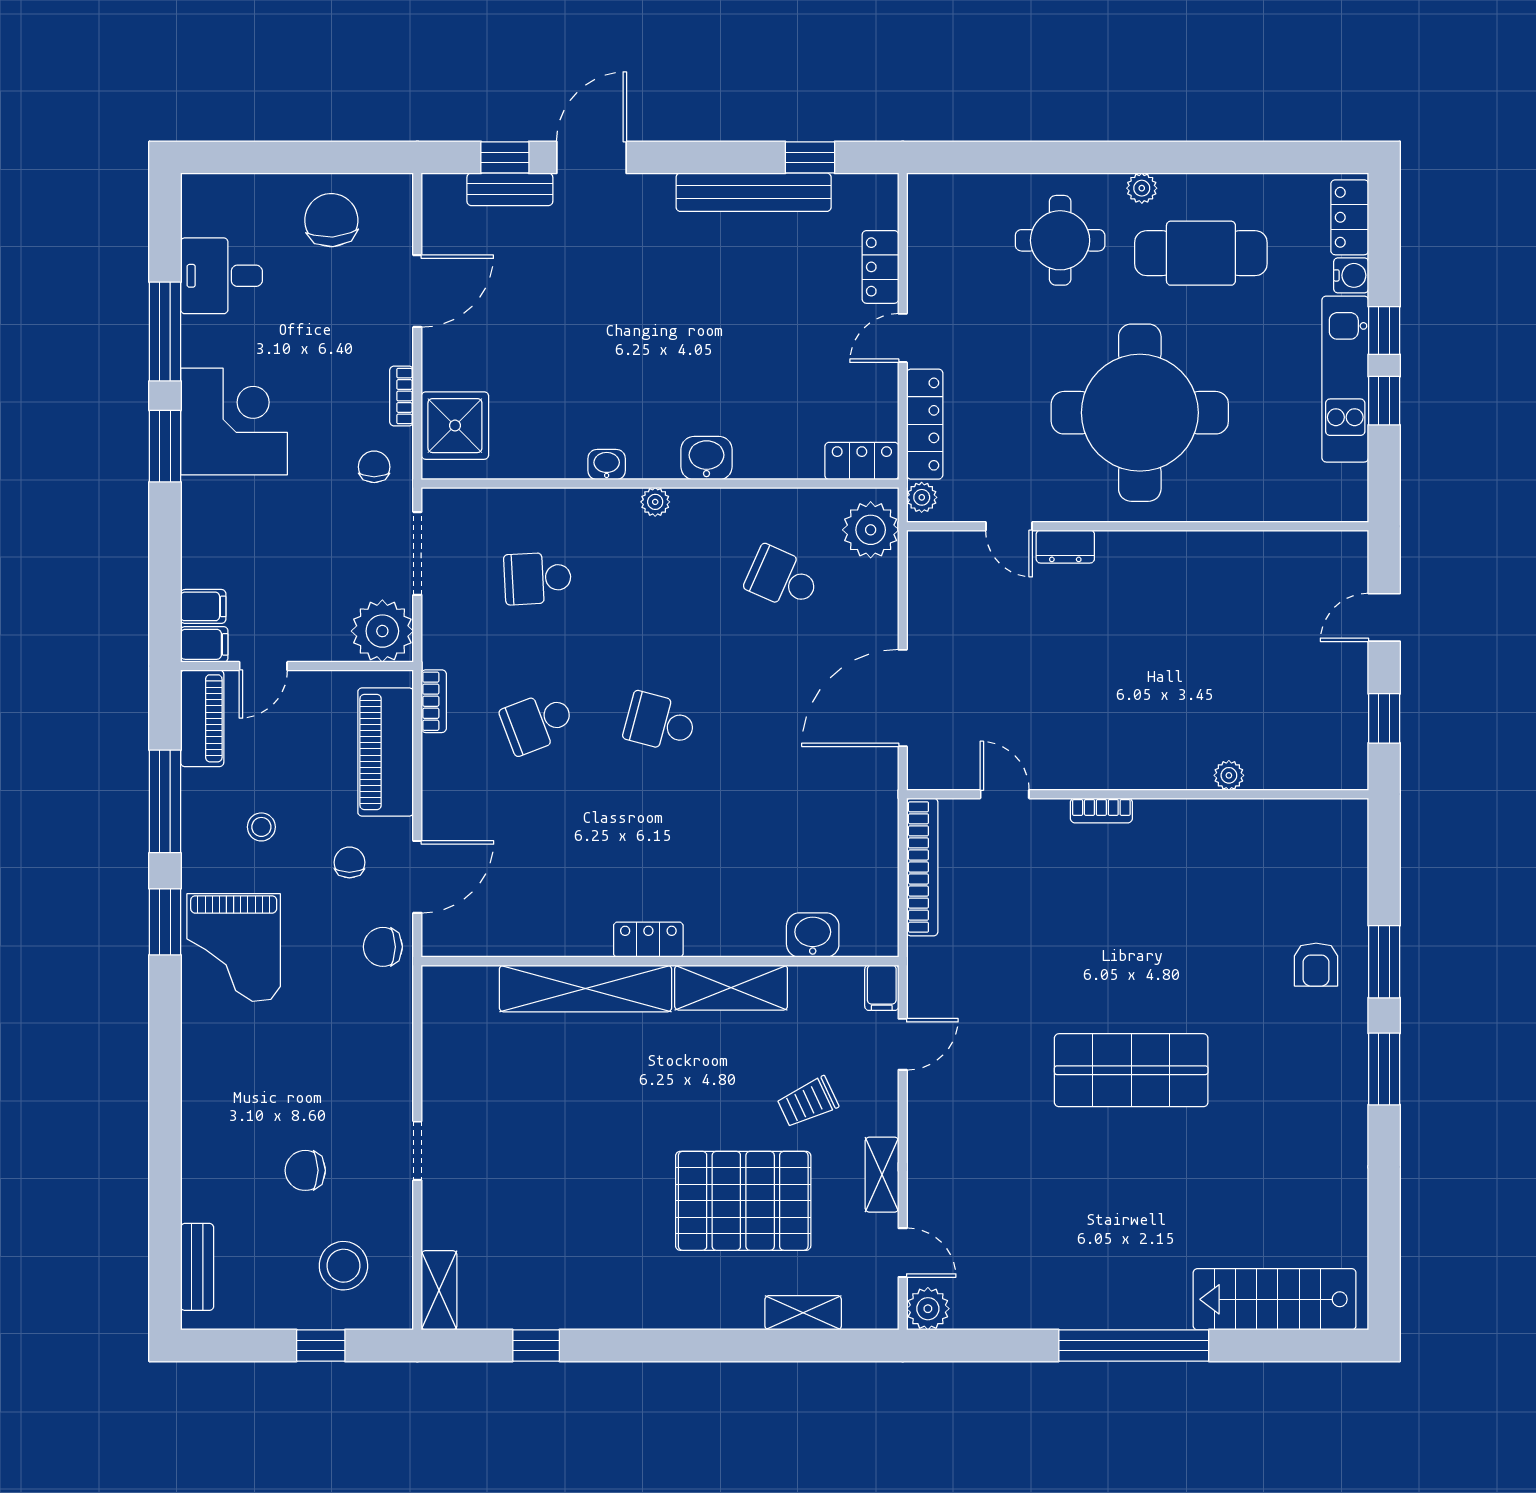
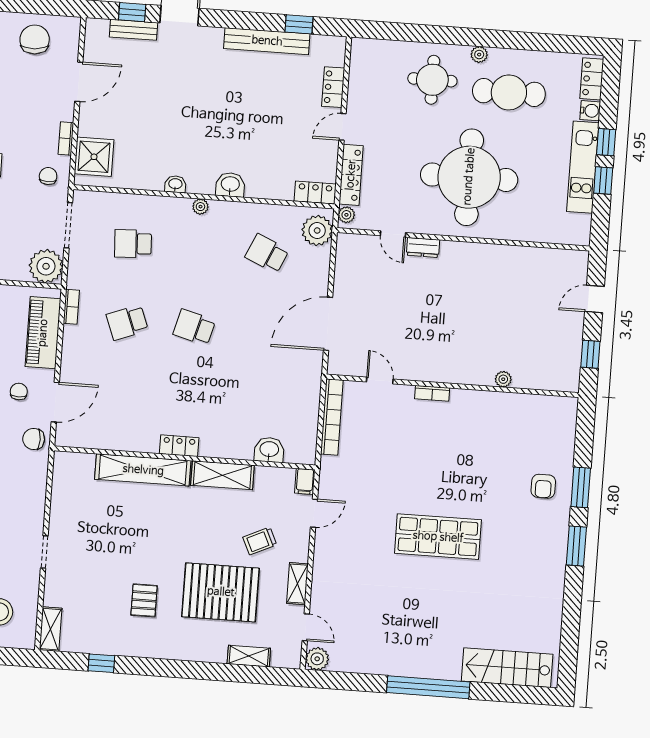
pallet: (605, 1225) -> (144, 600), added

